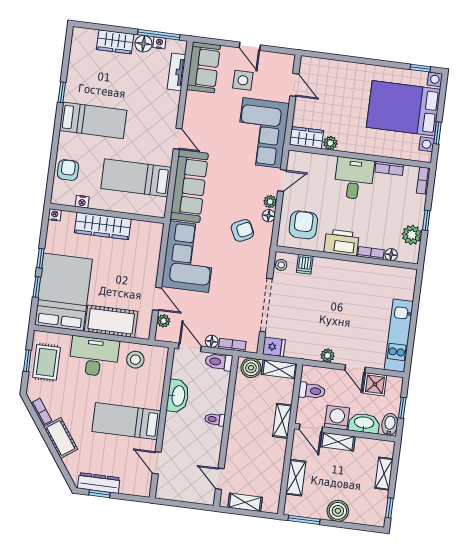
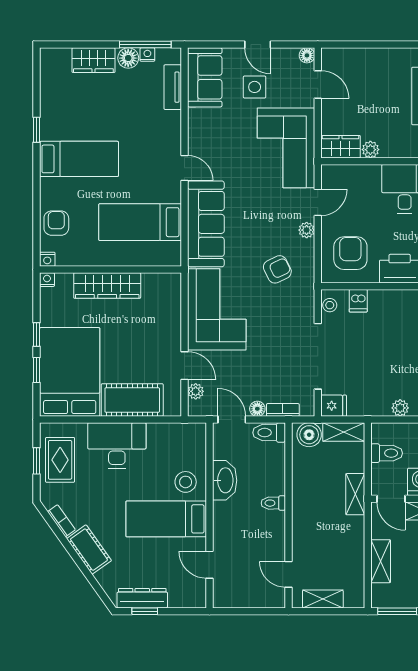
nightstand: (82, 202) -> (47, 259), moved
floor lamp: (269, 216) -> (307, 55), moved
stool: (135, 360) -> (186, 482), moved

